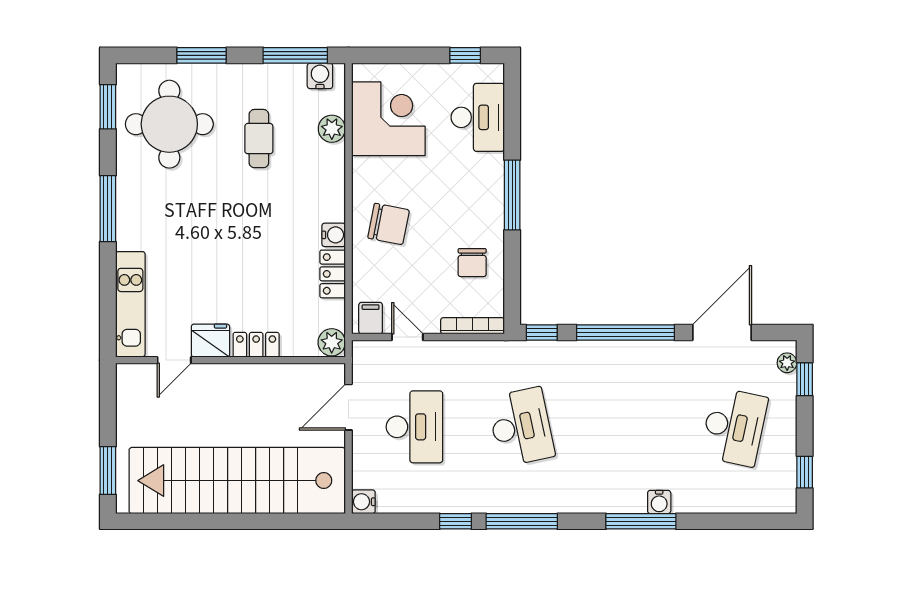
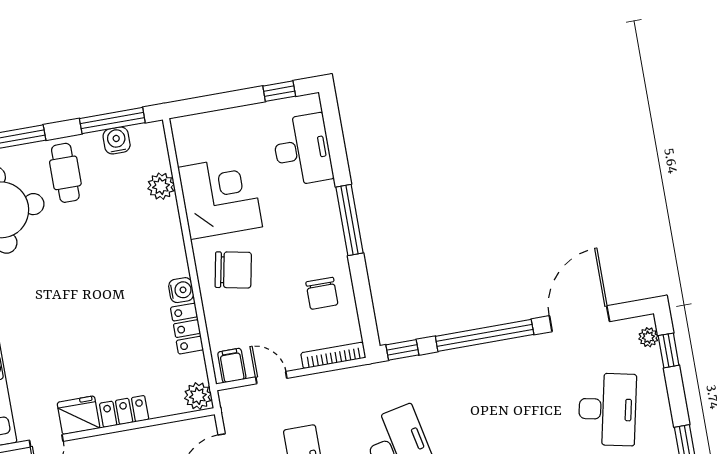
water cooler: (320, 76) -> (117, 140), moved
corner desk: (388, 119) -> (220, 197), moved
cafe table: (259, 139) -> (65, 173), moved

